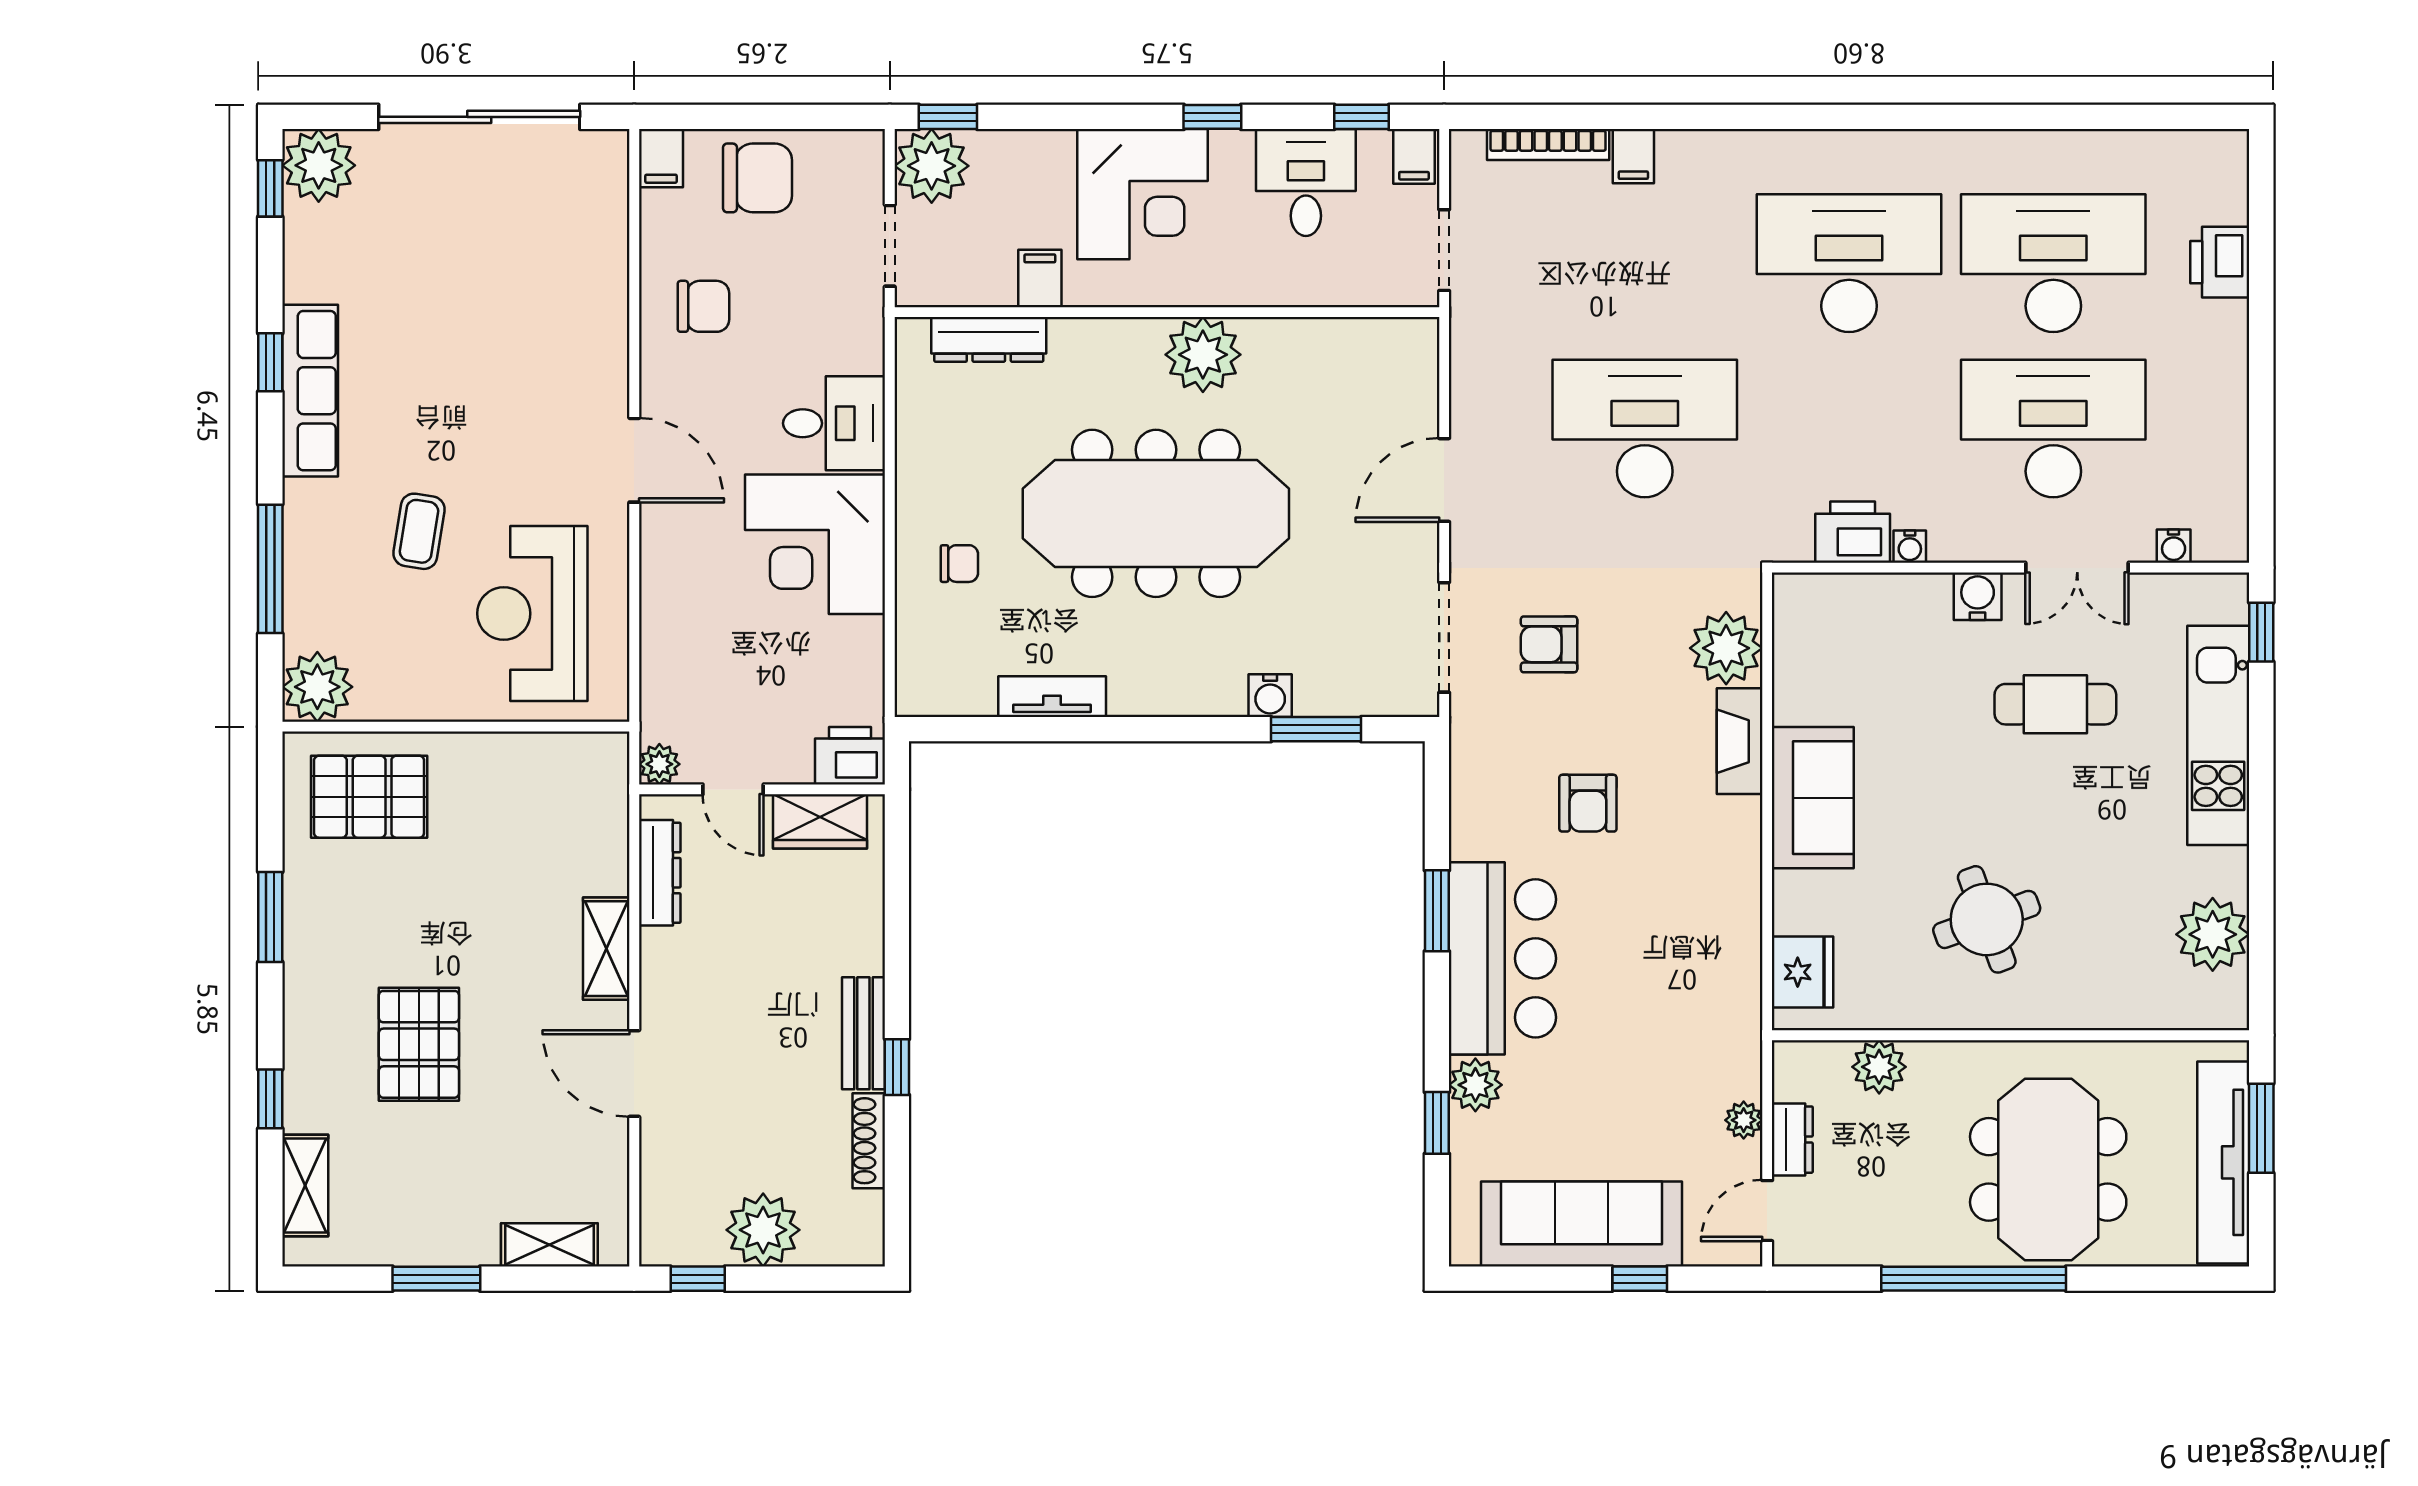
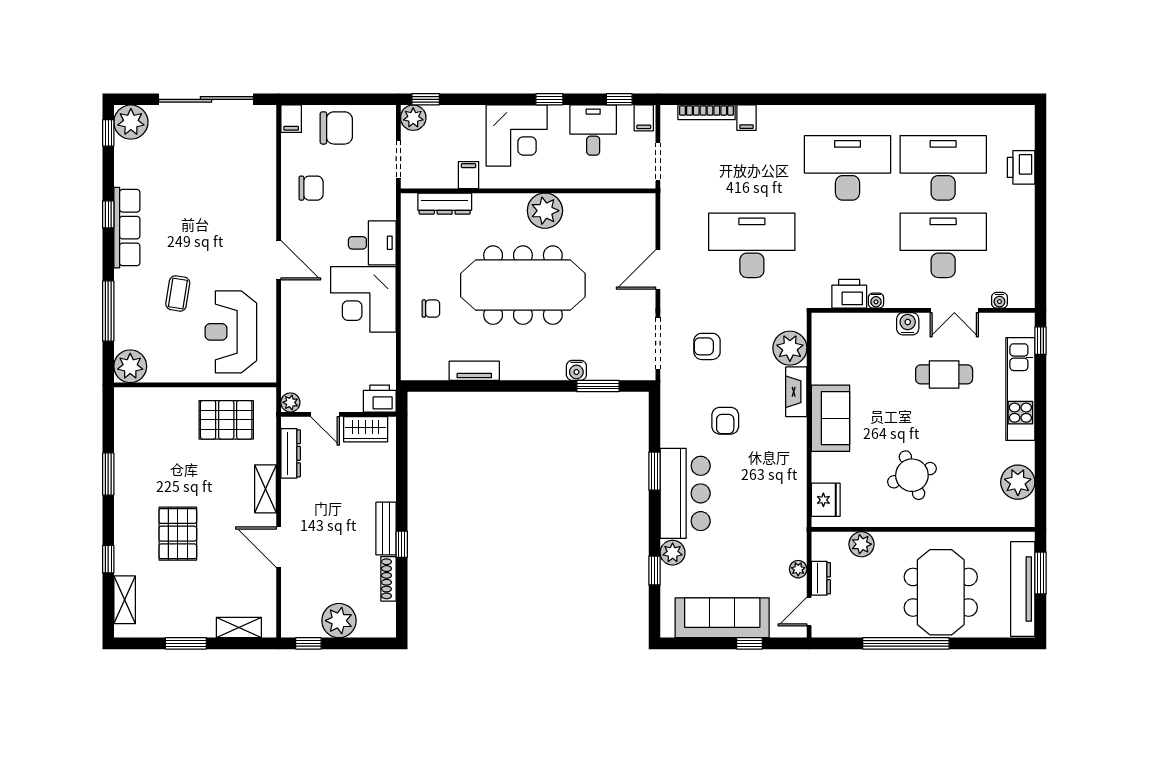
plant: (932, 166) -> (413, 118), width x0.73, depth x0.73
pallet: (369, 797) -> (226, 420), moved

